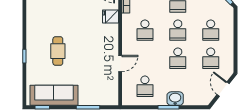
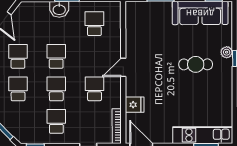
cafe table: (58, 51) -> (196, 64), turned 90
plant: (31, 61) -> (227, 52), added
door: (120, 64) -> (123, 67), moved

